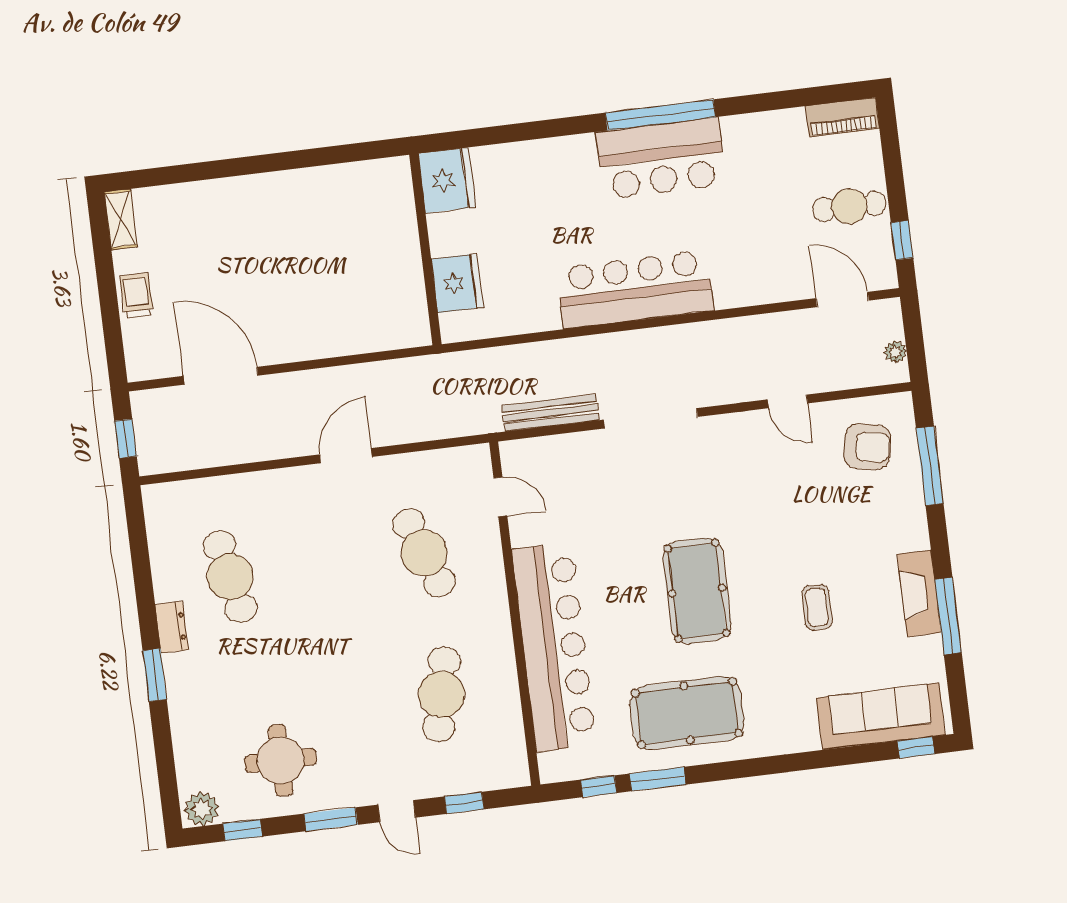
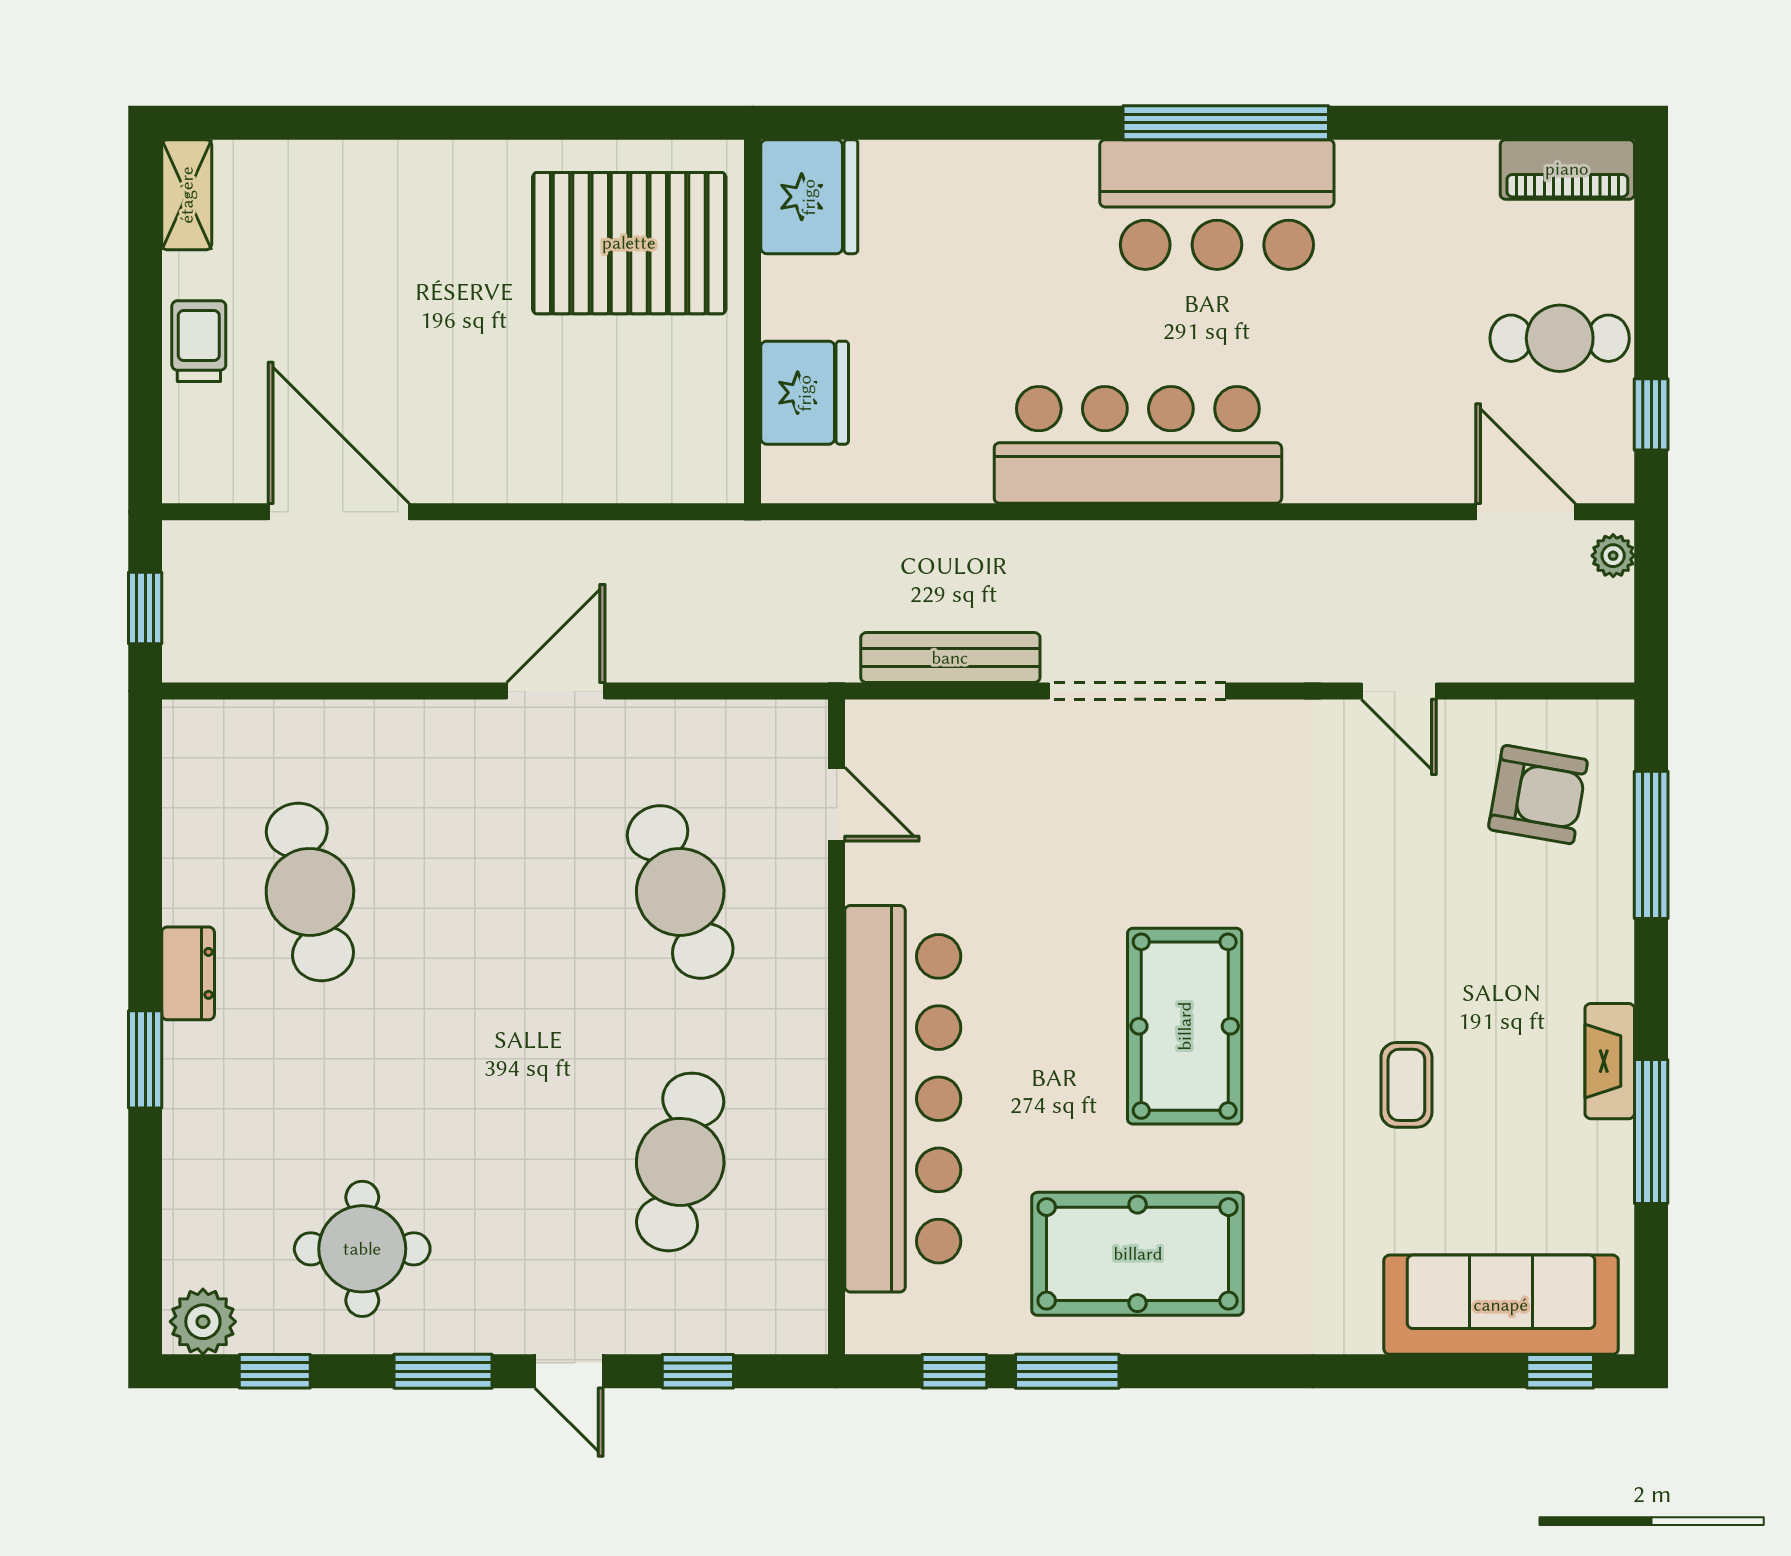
pallet: (356, 216) -> (629, 243), added
plant: (896, 352) -> (1613, 556), moved
fireplace: (919, 593) -> (1610, 1061), width x0.73, depth x0.76

